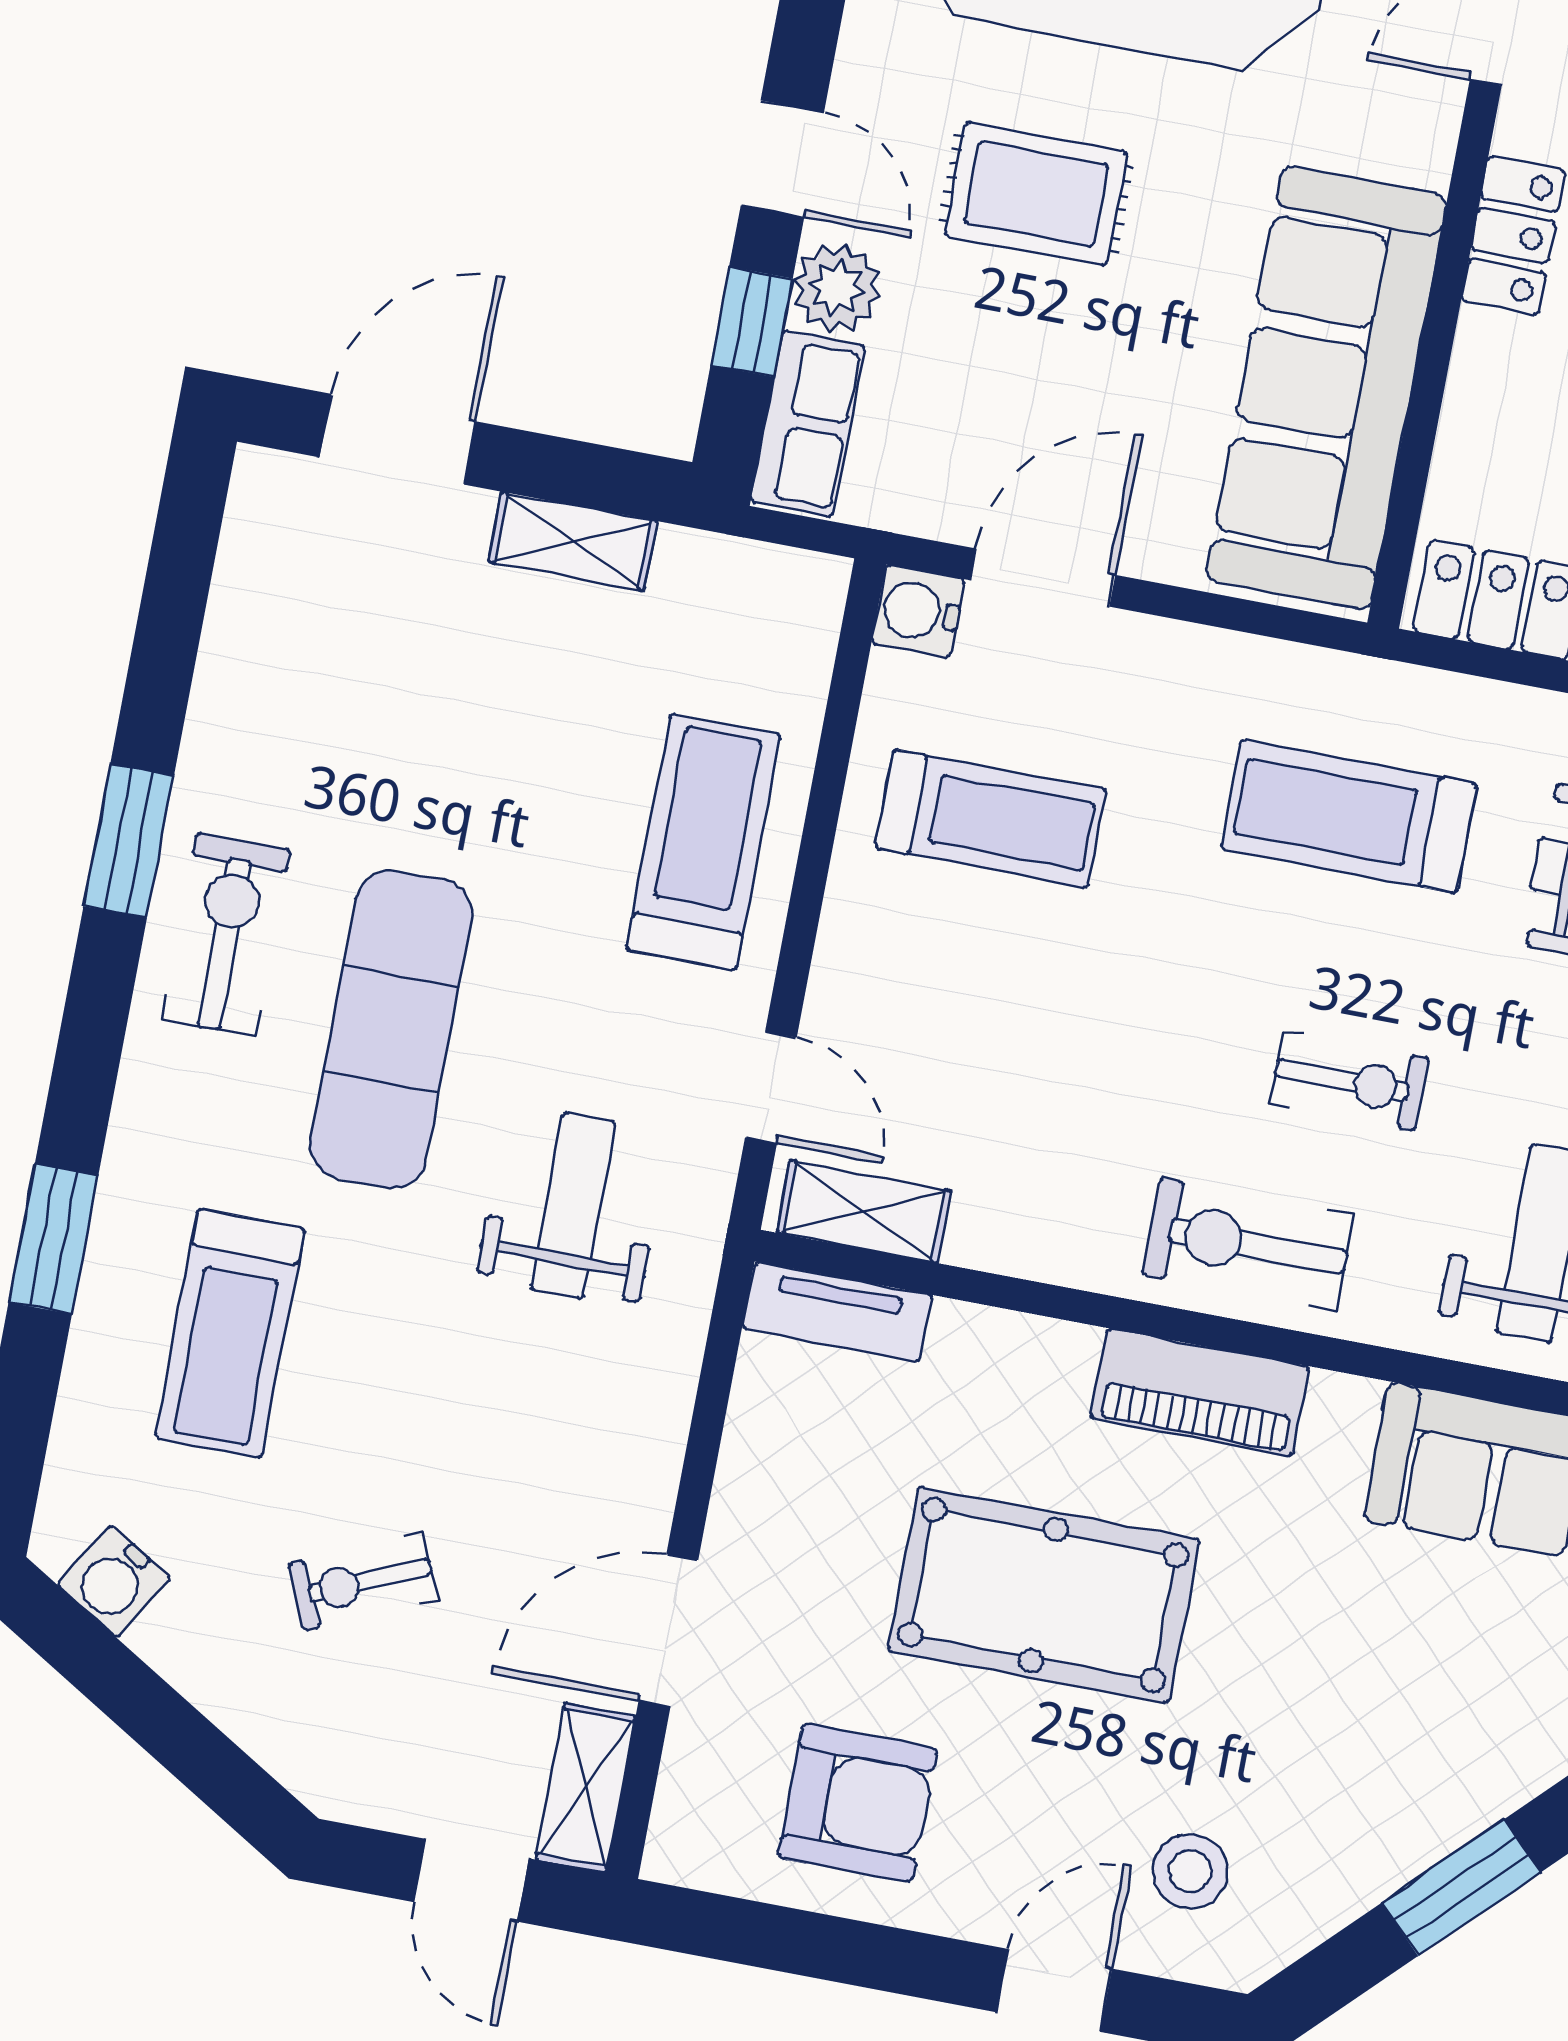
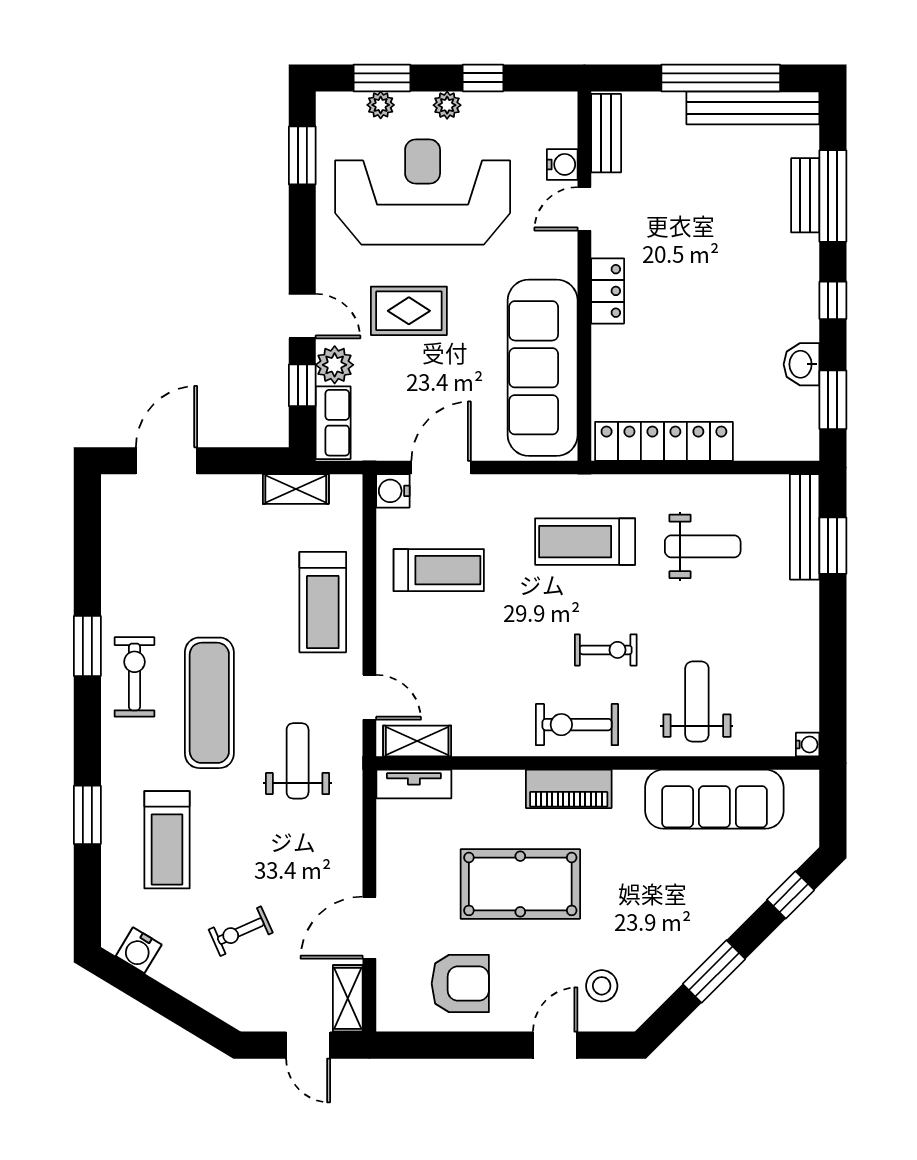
shelving: (573, 541) -> (296, 489), moved
treadmill: (703, 842) -> (323, 602), turned 180

